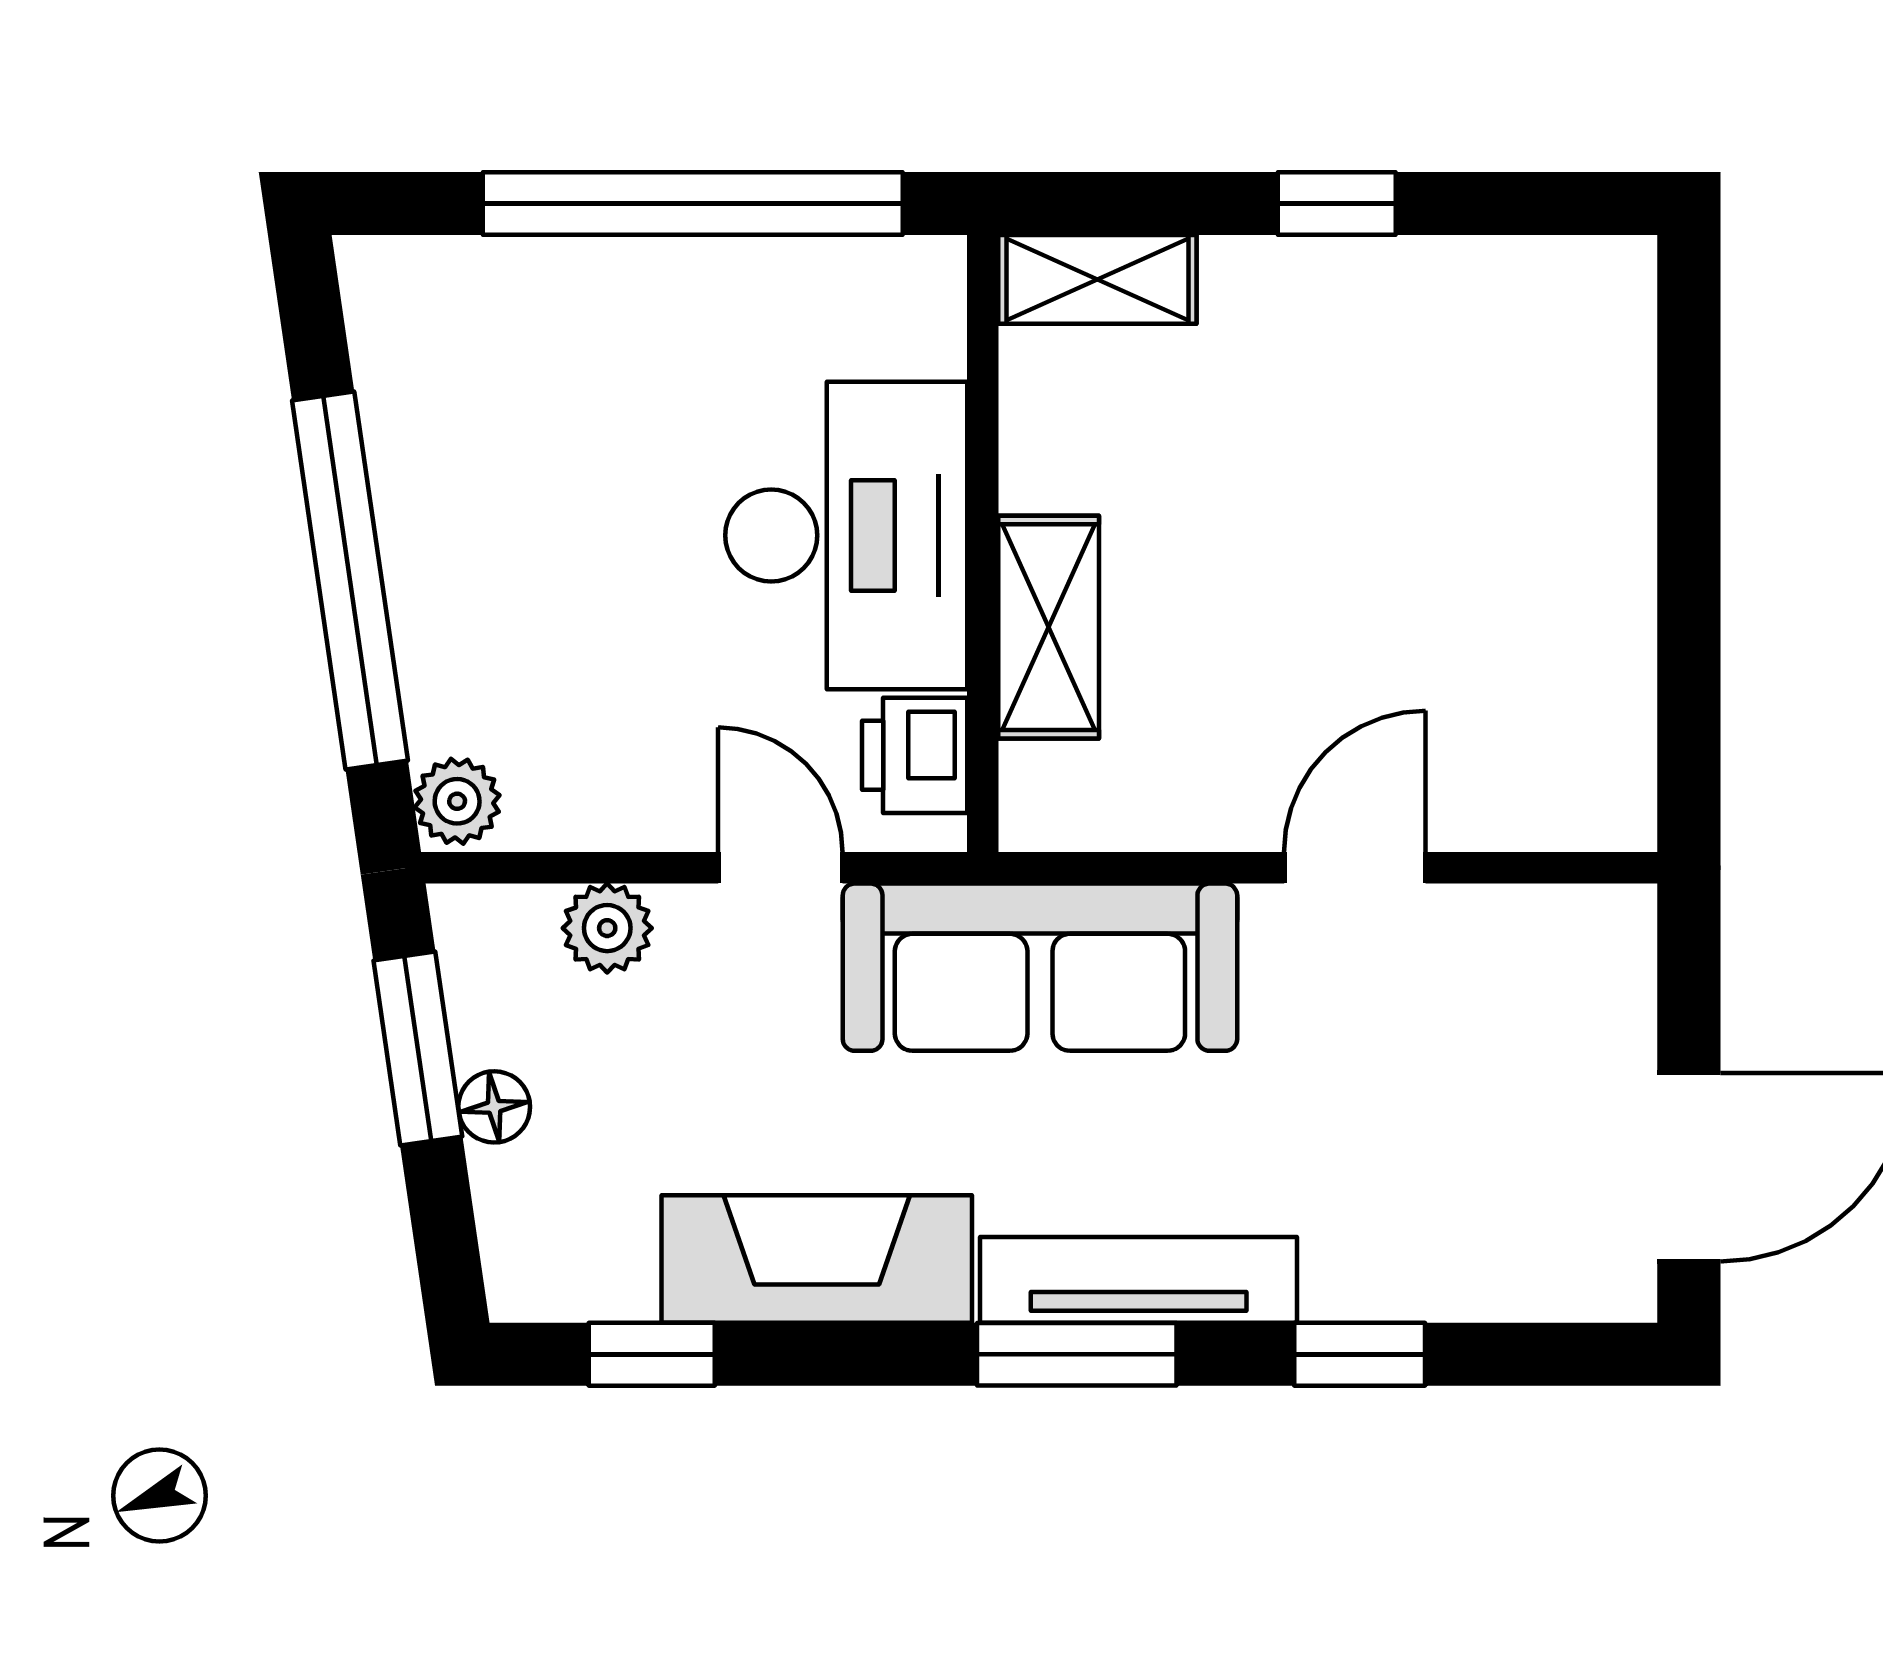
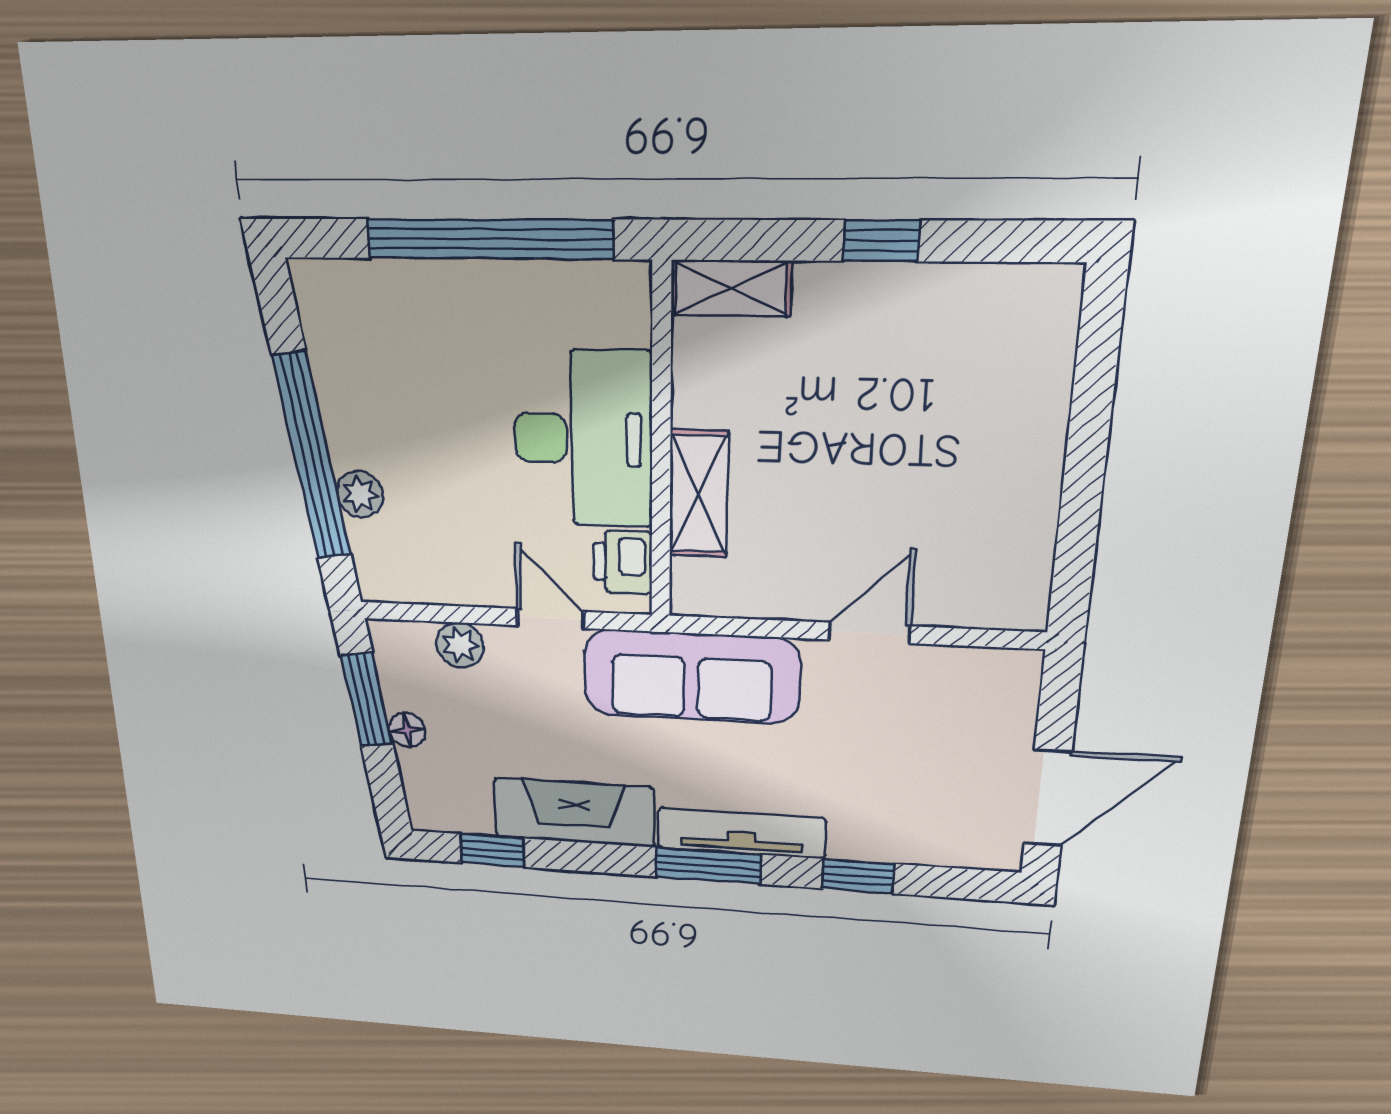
plant: (457, 801) -> (360, 494), moved

